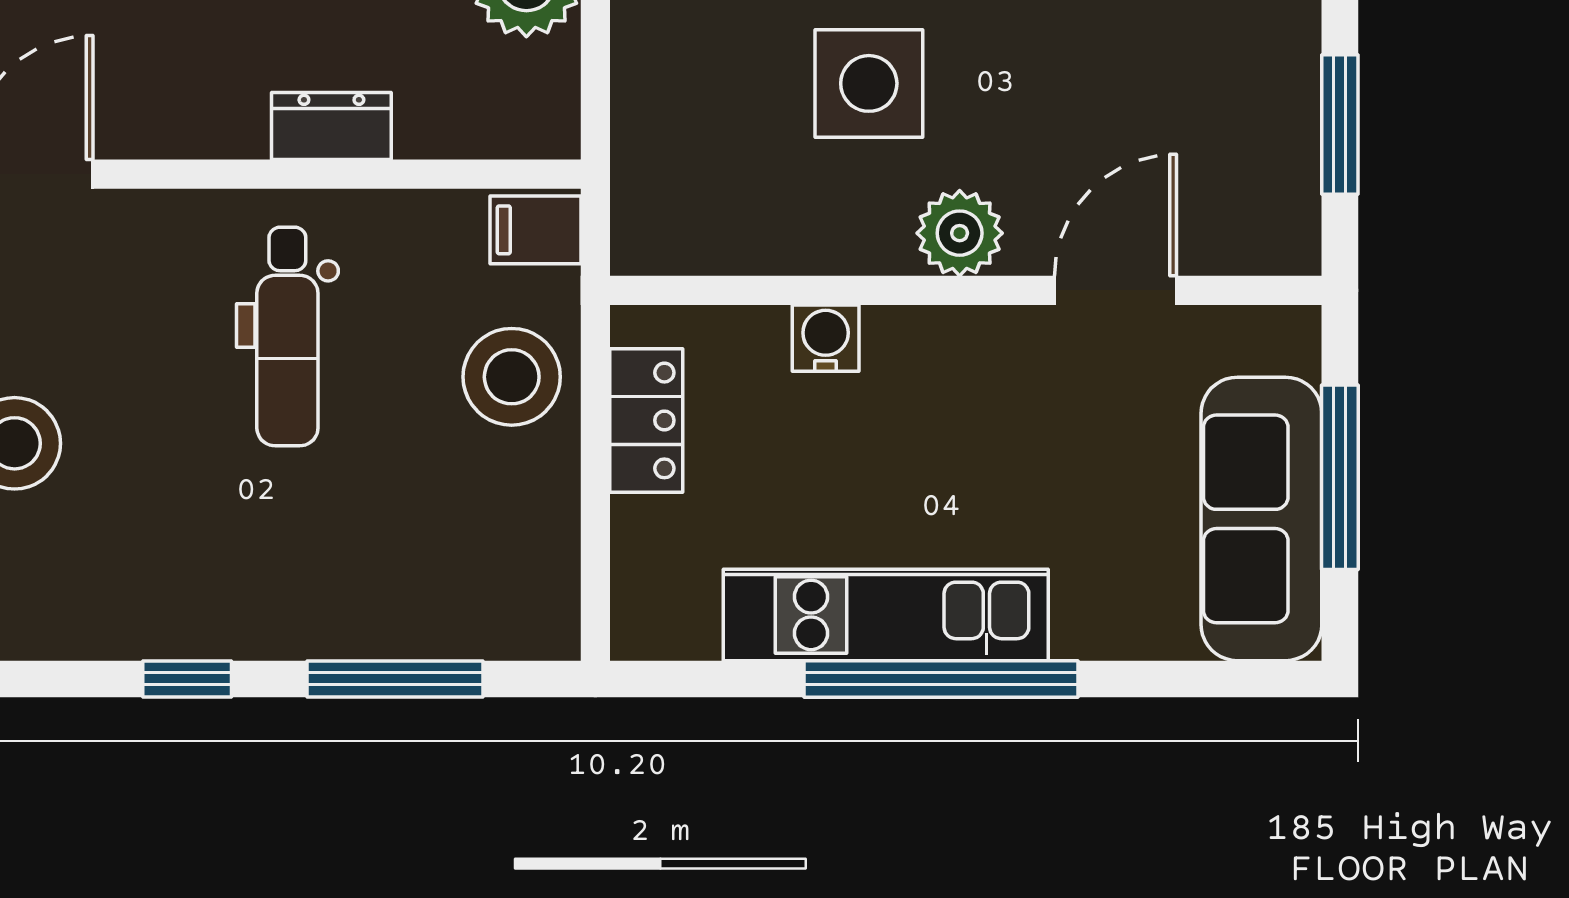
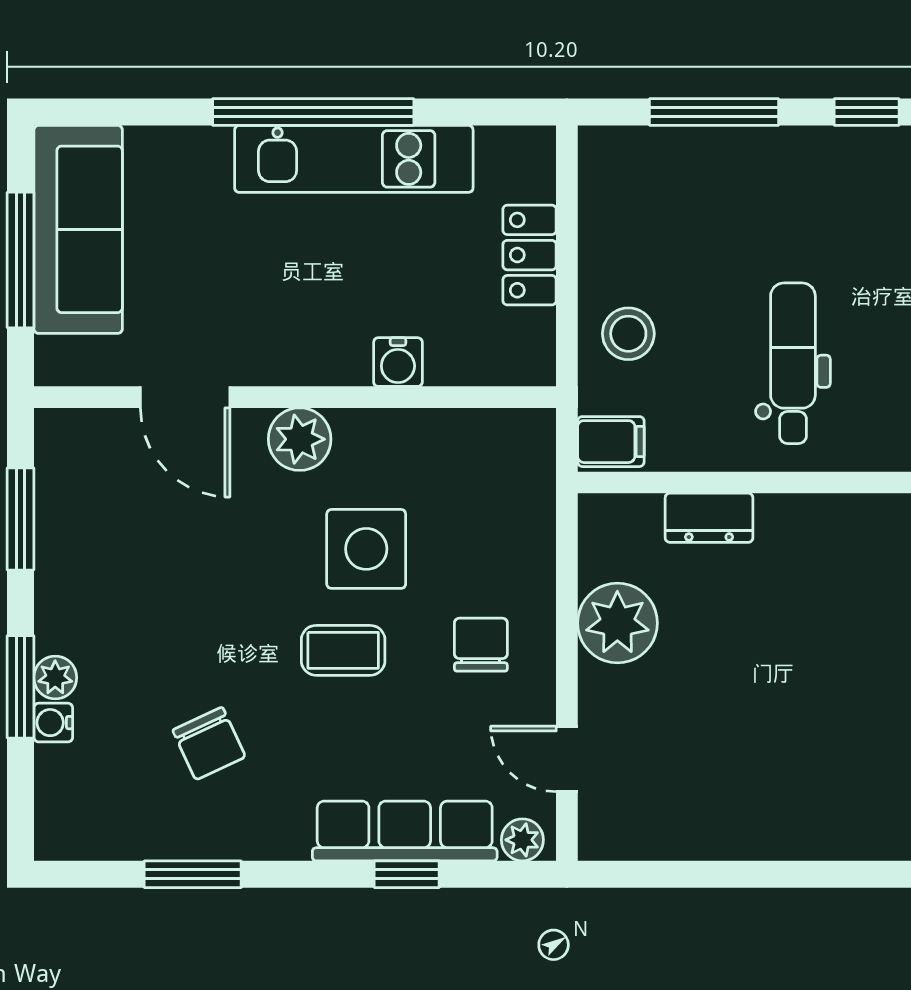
dresser: (331, 126) -> (709, 518), moved
door: (1116, 290) -> (185, 397), hinge flipped
stool: (512, 377) -> (628, 334), width x0.73, depth x0.73
locker: (646, 420) -> (530, 255), moved

